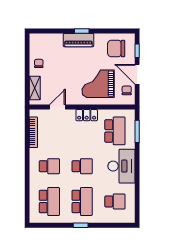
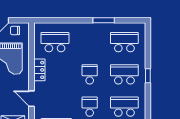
window: (137, 131) -> (104, 20), moved
desk: (121, 166) -> (90, 36), removed
school desk: (115, 201) -> (124, 42), width x1.85

